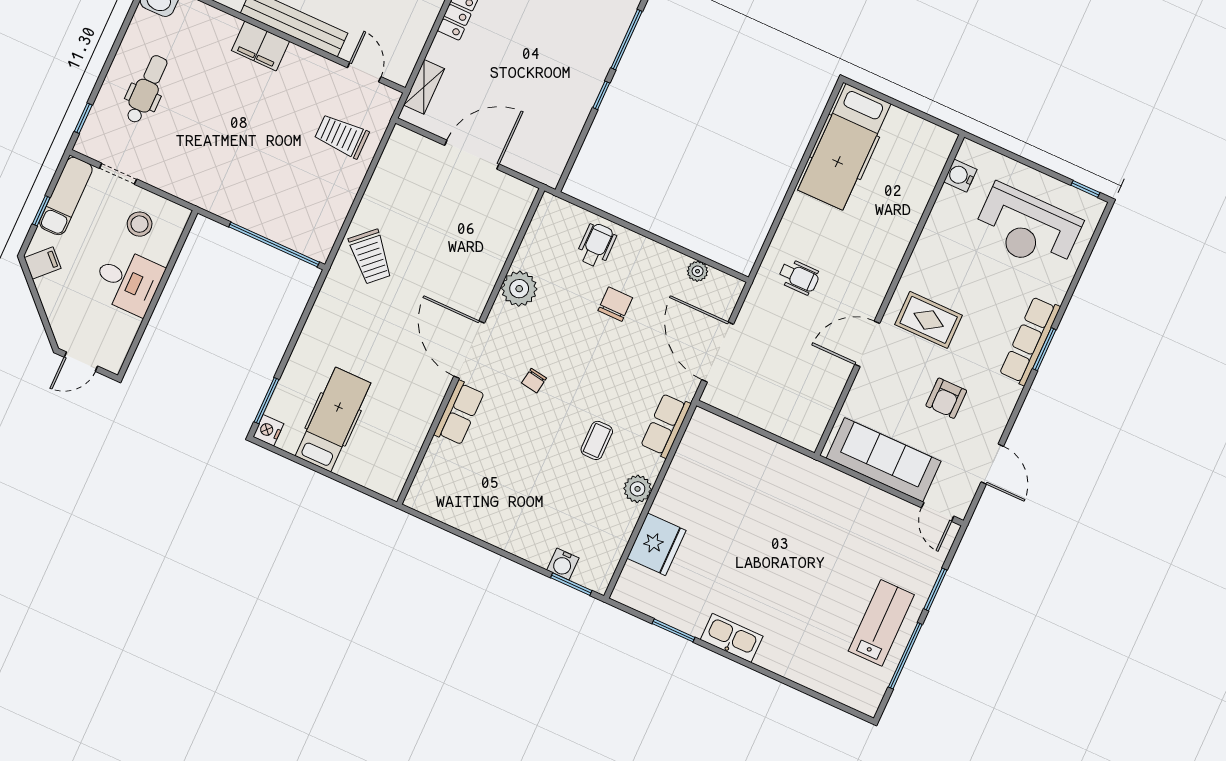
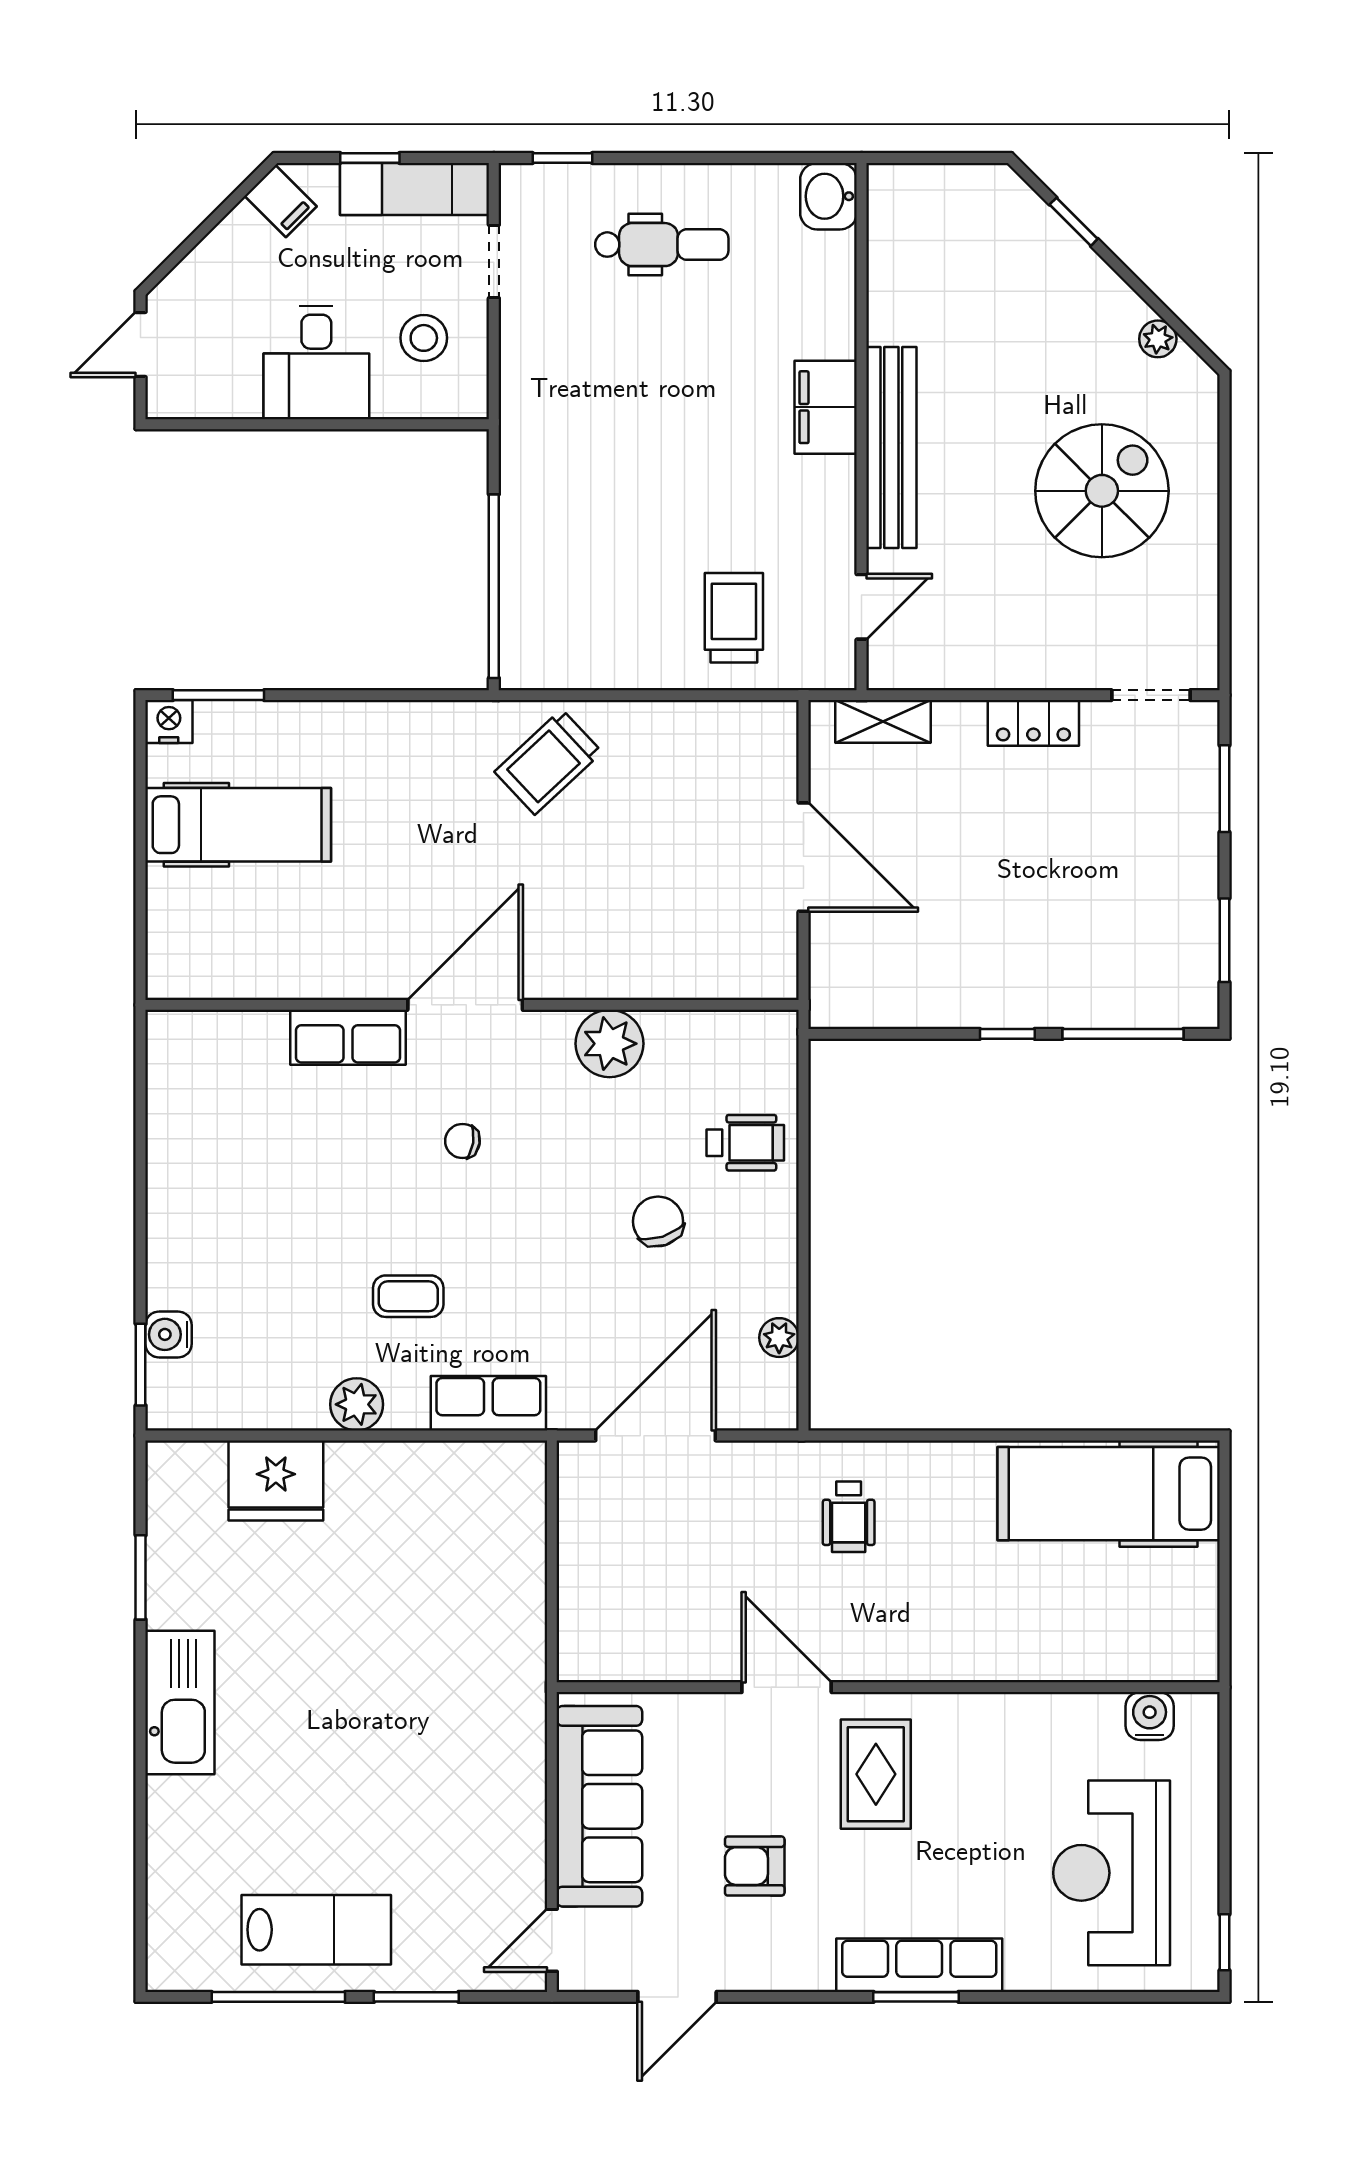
chair: (615, 304) -> (658, 1221), turned -108
door: (81, 362) -> (141, 345), hinge flipped
kitchen sink: (732, 638) -> (180, 1702), width x1.36, depth x1.24

